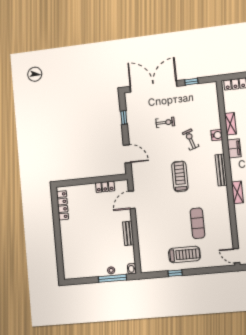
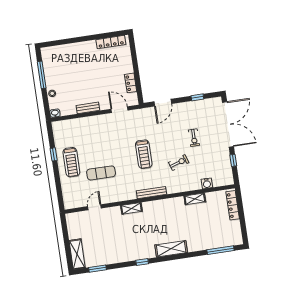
water cooler: (217, 135) -> (207, 183), moved
filing cabinet: (234, 148) -> (172, 203), removed
treadmill: (180, 176) -> (144, 154), turned 90
door: (237, 256) -> (94, 207), moved
window: (112, 278) -> (42, 75), moved

